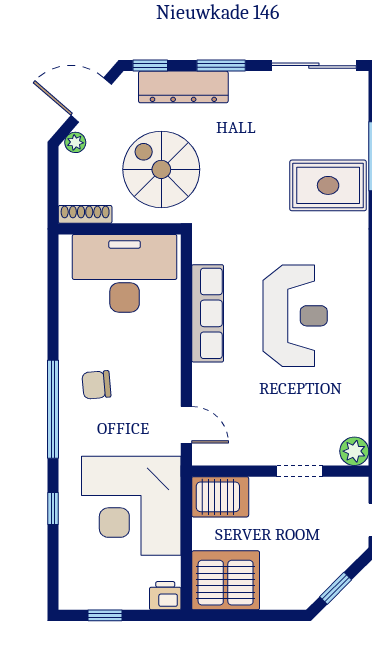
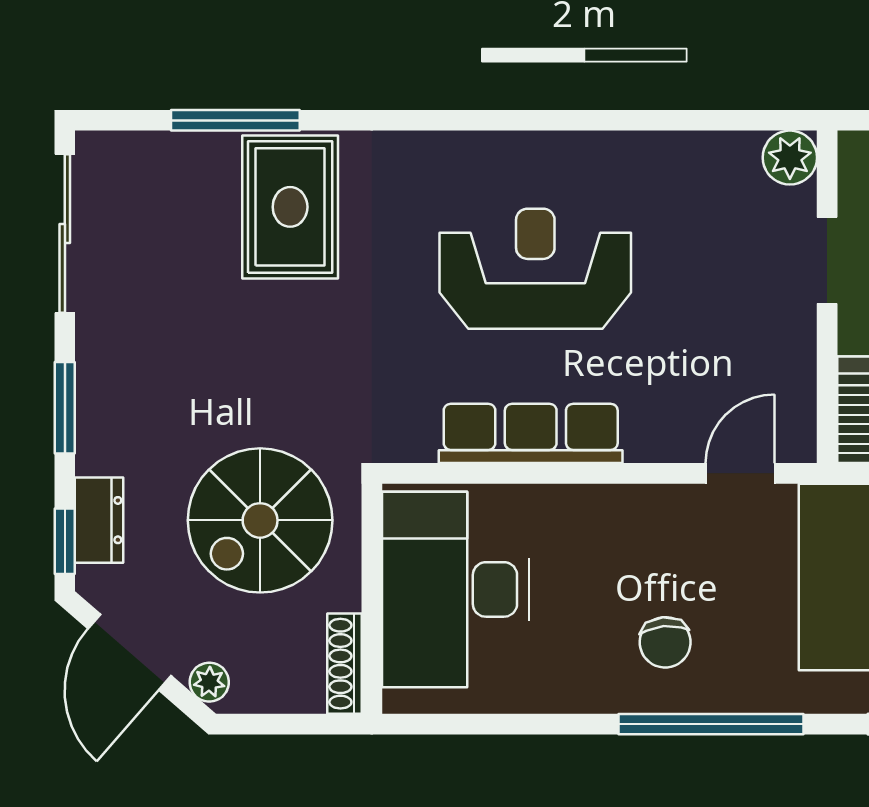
dresser: (183, 87) -> (99, 520), width x0.51, depth x0.80

